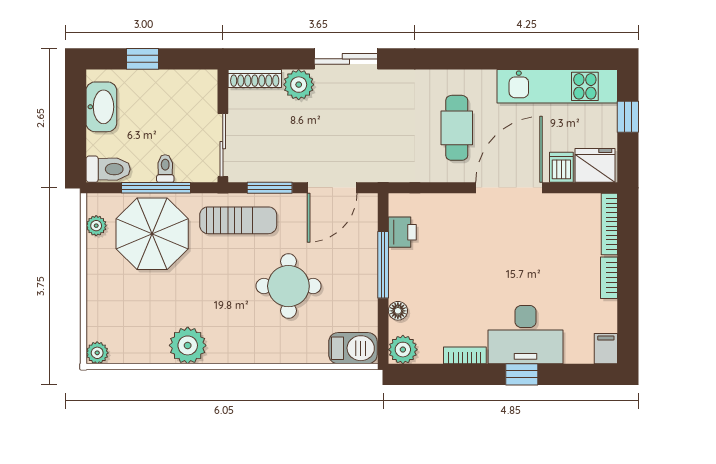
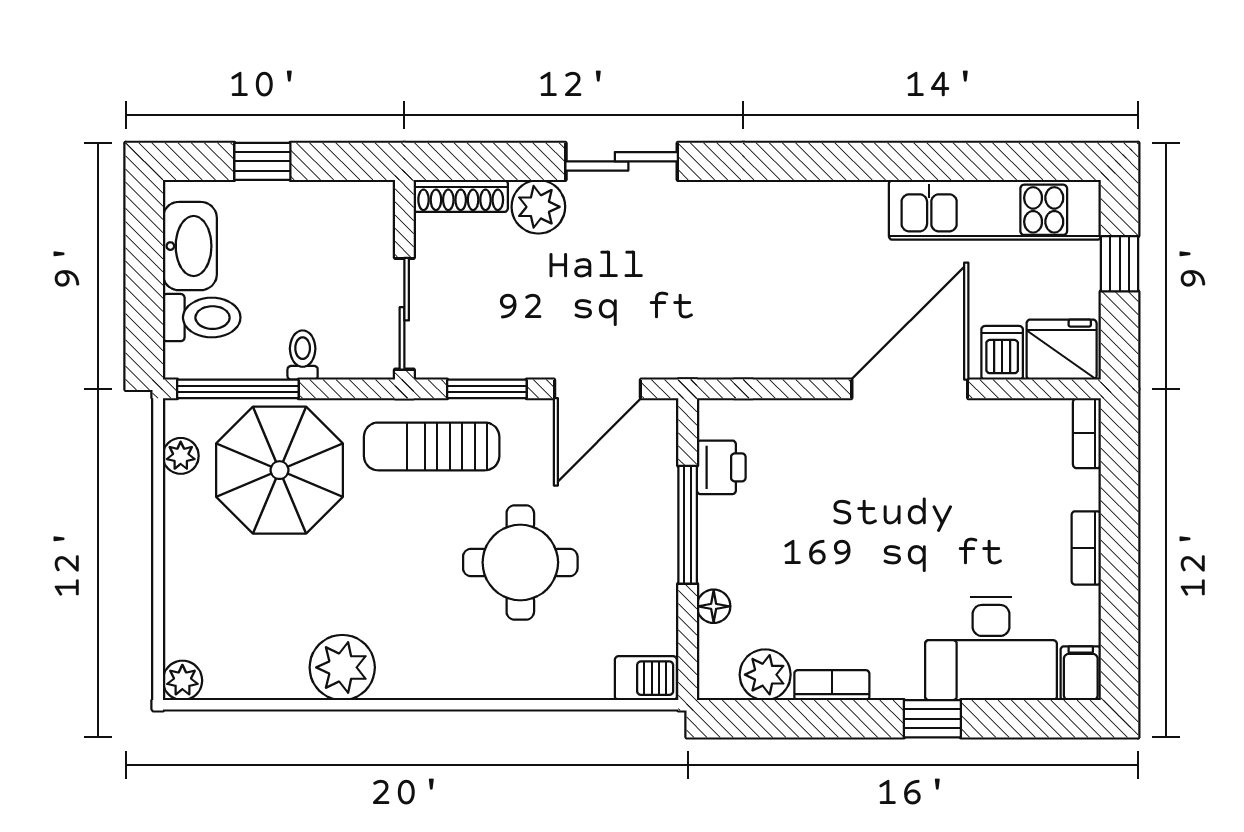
cafe table: (457, 128) -> (817, 283), removed
toilet: (108, 169) -> (202, 318), moved
window: (156, 188) -> (238, 389), moved
sun lounger: (238, 220) -> (432, 446), turned 180
bookcase: (609, 224) -> (1087, 433), width x0.64
desk: (526, 335) -> (991, 648), moved
barbecue: (353, 348) -> (646, 678), width x0.73, depth x0.79
plant: (403, 350) -> (765, 675), moved

